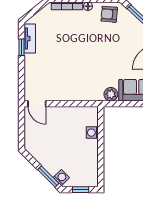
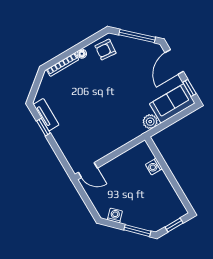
washing machine: (61, 178) -> (115, 215), moved

